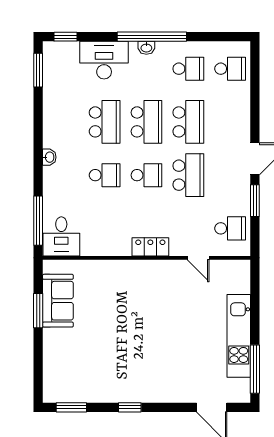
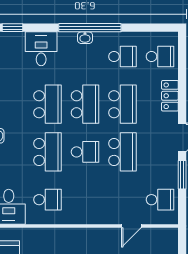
desk: (104, 60) -> (41, 49), width x0.73
school desk: (105, 175) -> (48, 152), width x1.85
school desk: (105, 228) -> (48, 200), added
locker: (150, 247) -> (170, 96), moved, turned -90
door: (198, 258) -> (131, 226), hinge flipped

